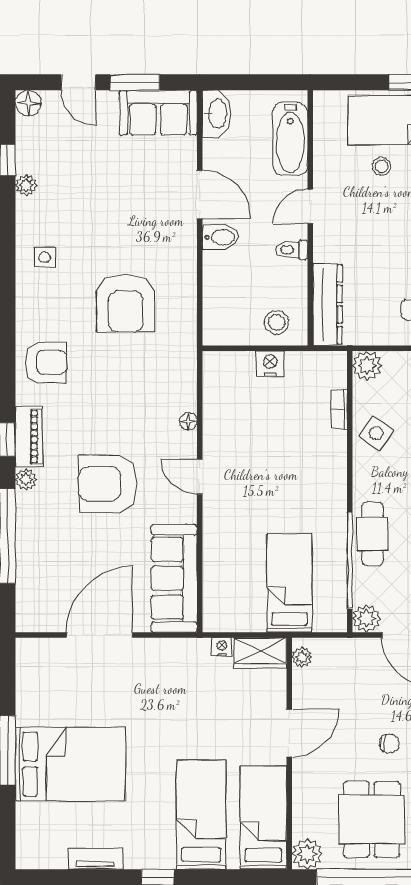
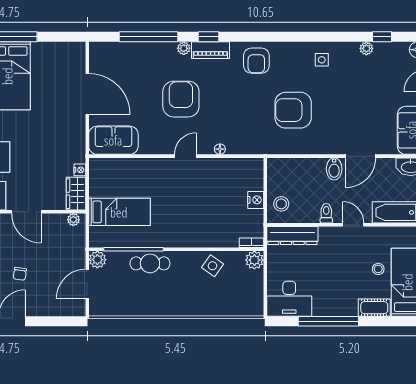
bookcase: (339, 409) -> (251, 243), moved
sofa: (174, 578) -> (113, 140), width x0.73

